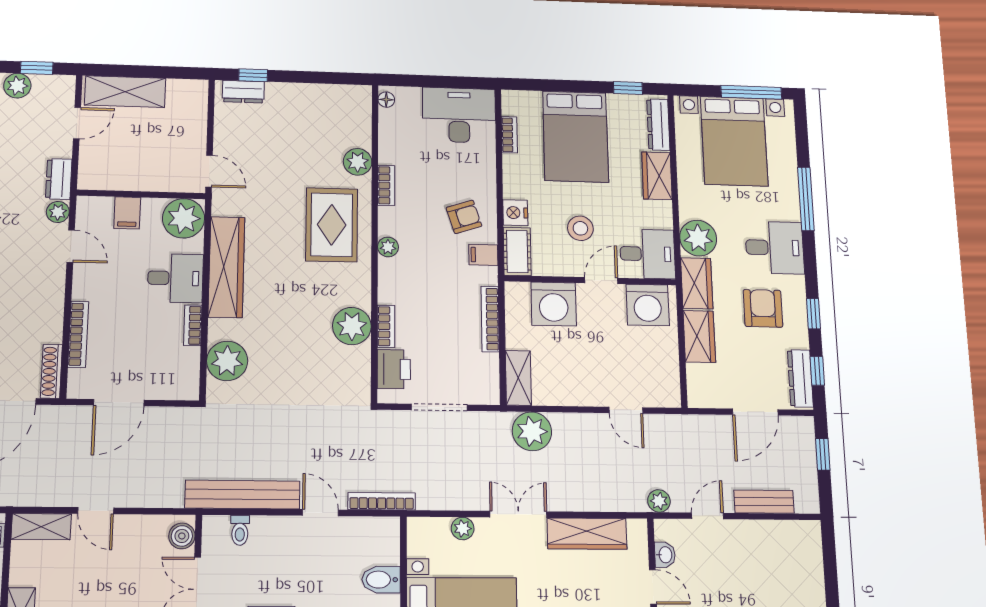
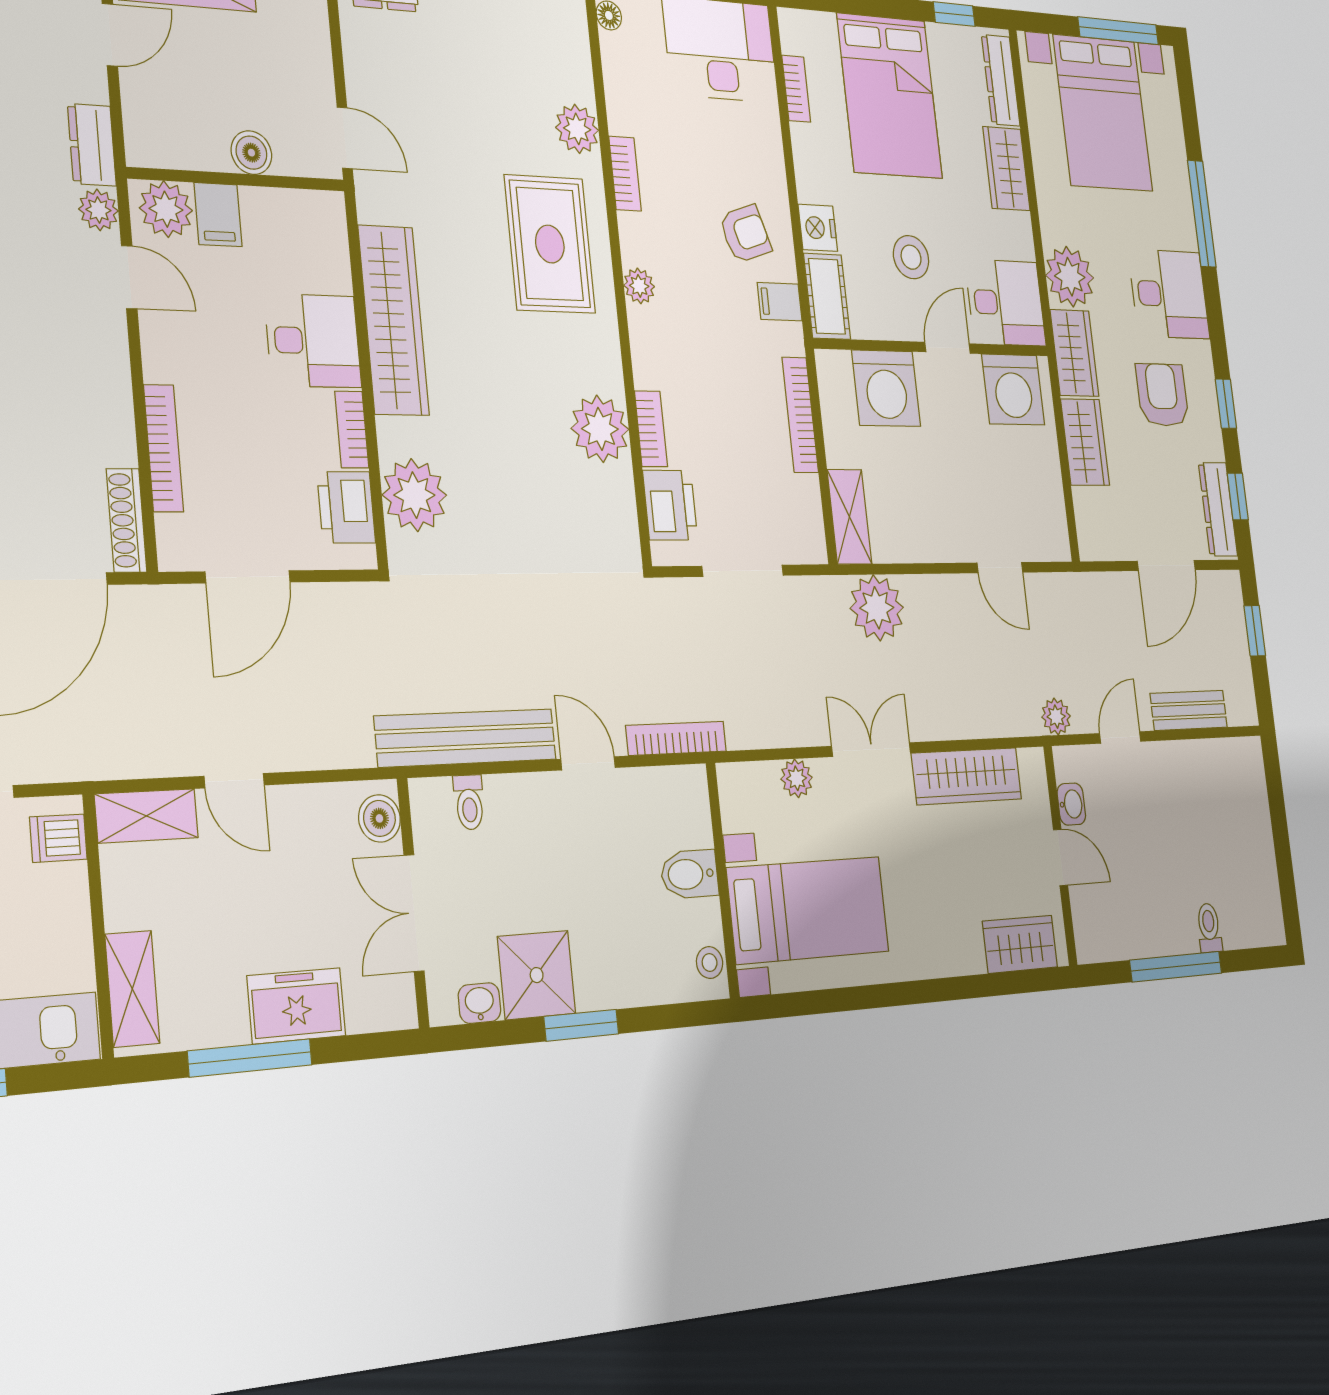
boiler: (152, 180) -> (251, 153), added
plant: (184, 218) -> (166, 209), moved, width x0.73, depth x0.73
printer: (184, 367) -> (346, 507), added

